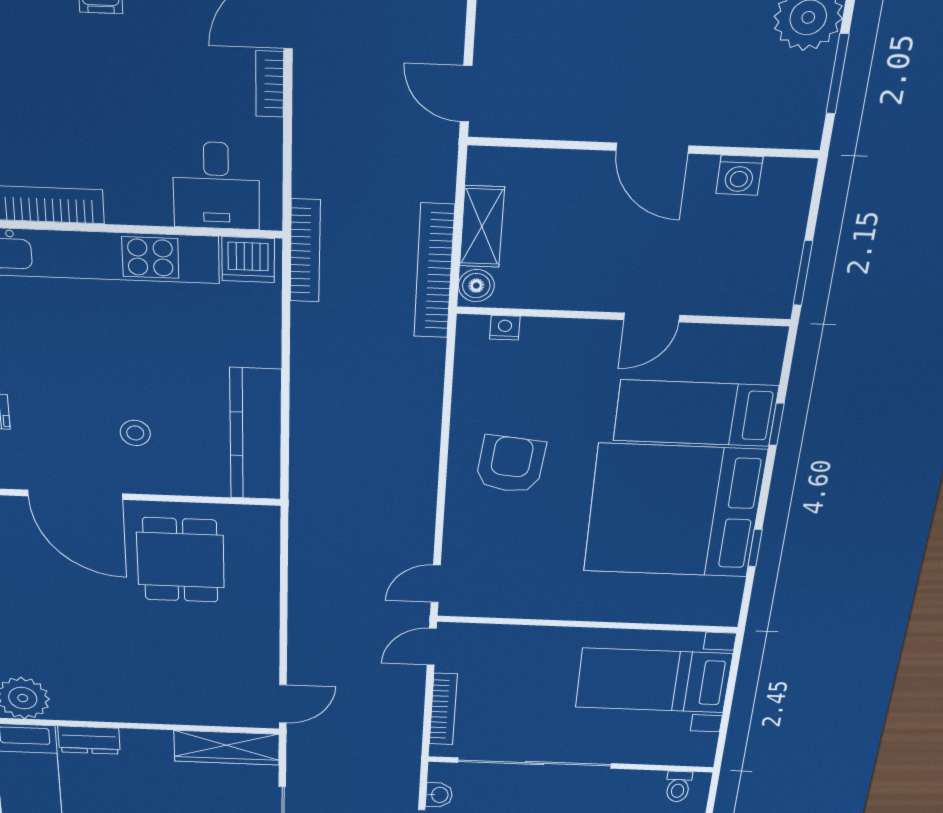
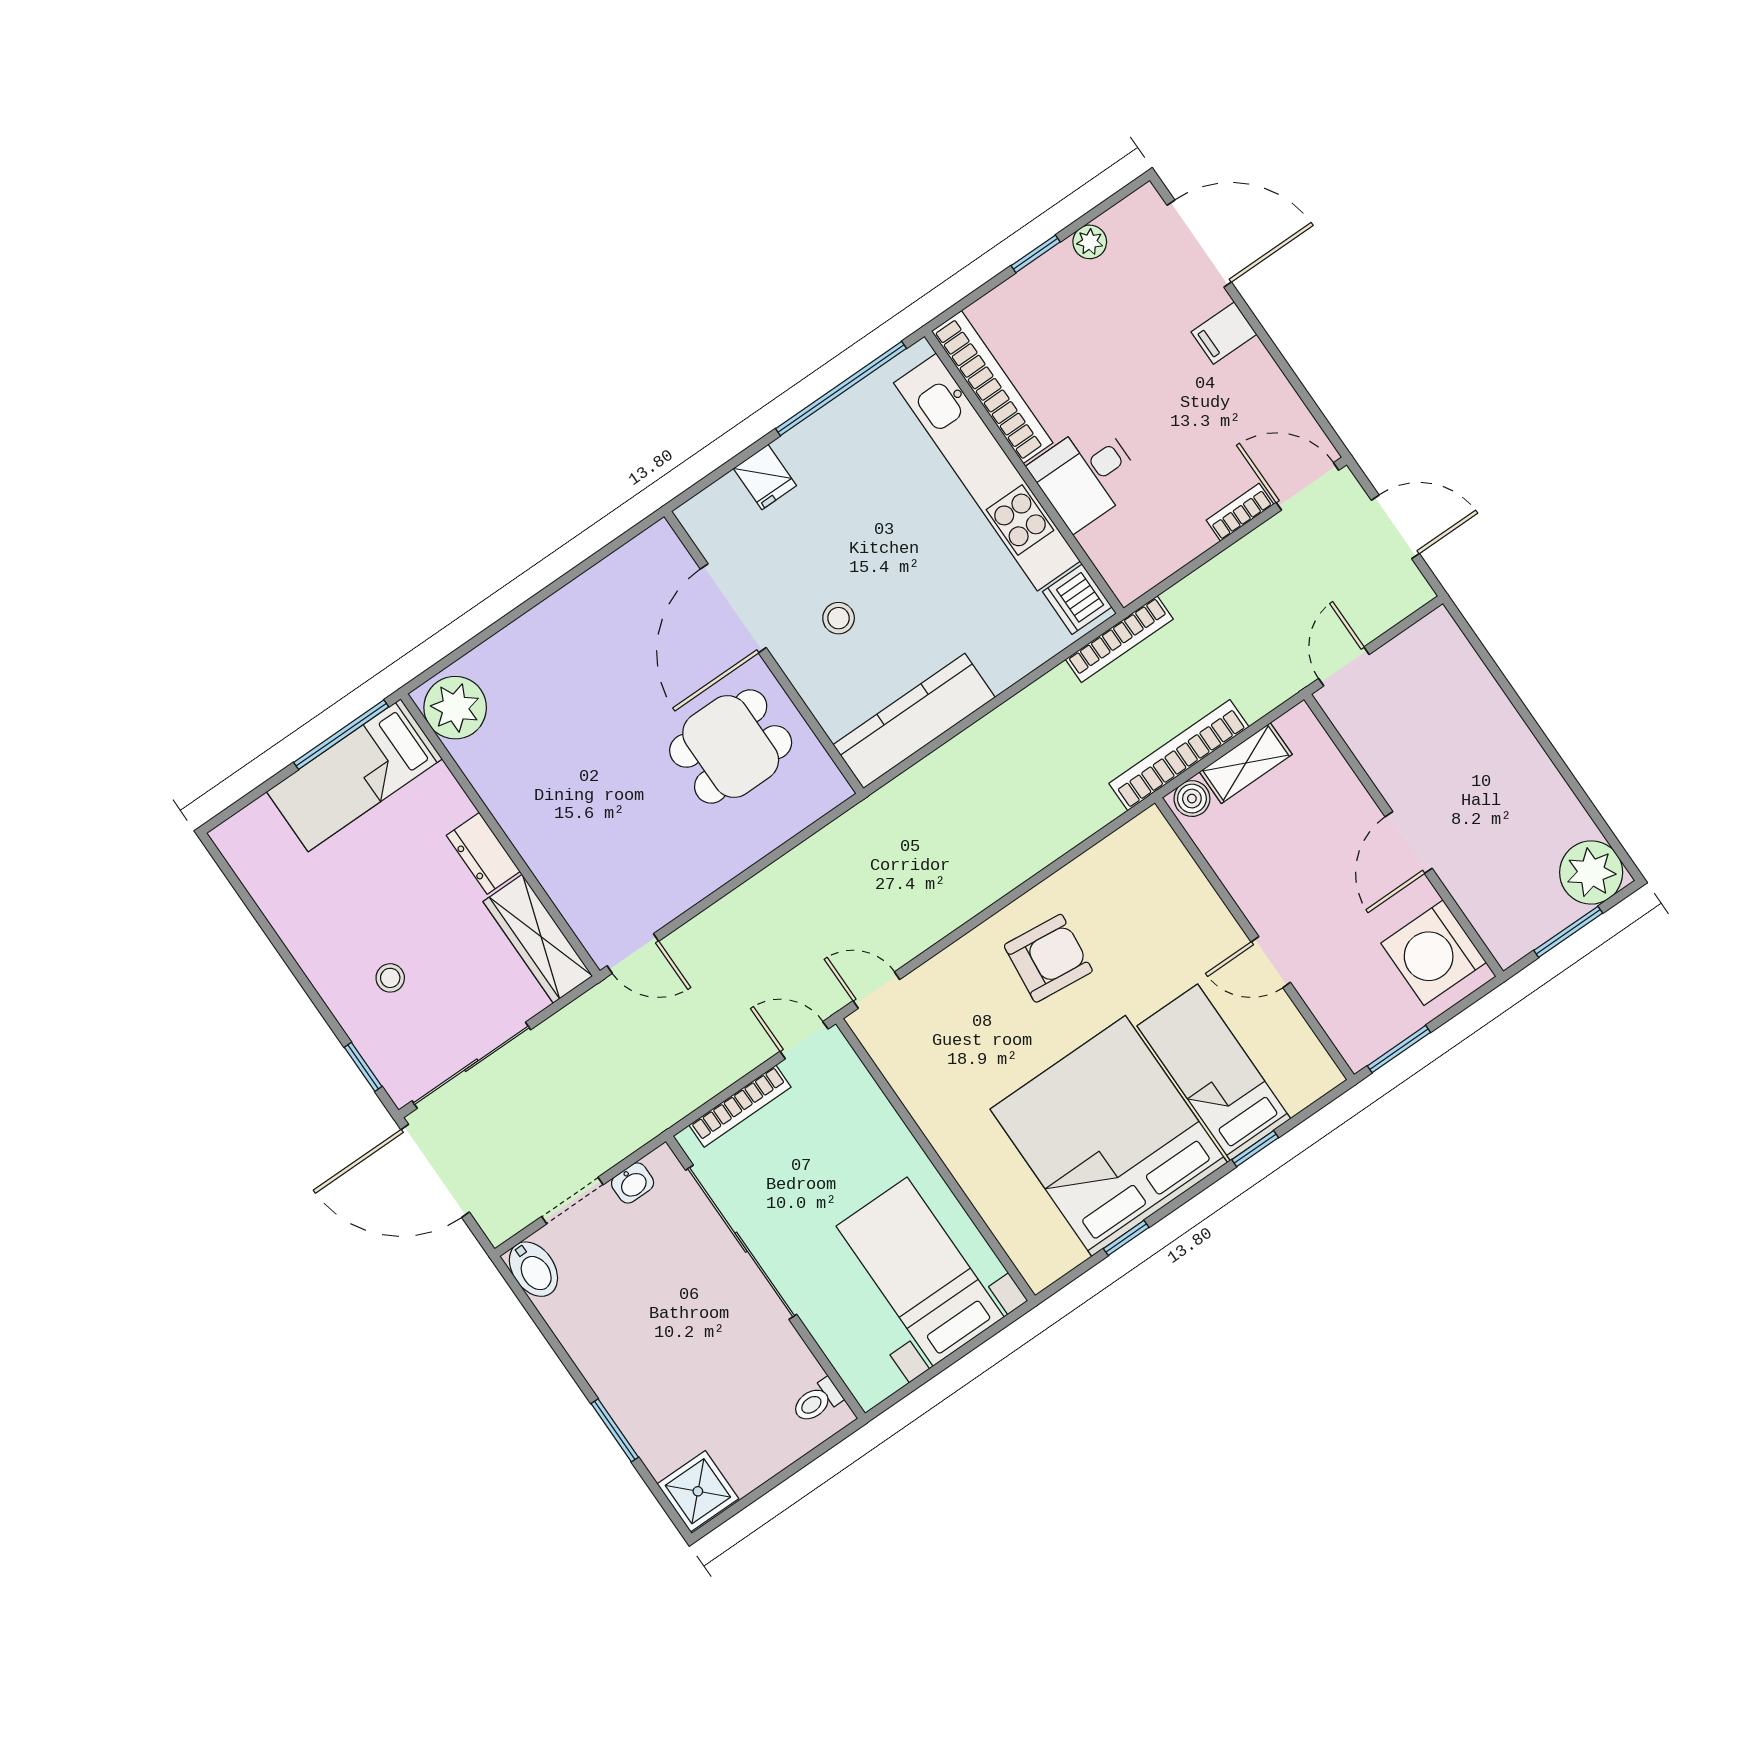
washing machine: (739, 175) -> (1434, 953), width x1.89, depth x1.89
desk: (216, 186) -> (1086, 475), moved
nightstand: (505, 328) -> (1172, 851), removed
dresser: (89, 740) -> (483, 853), moved

